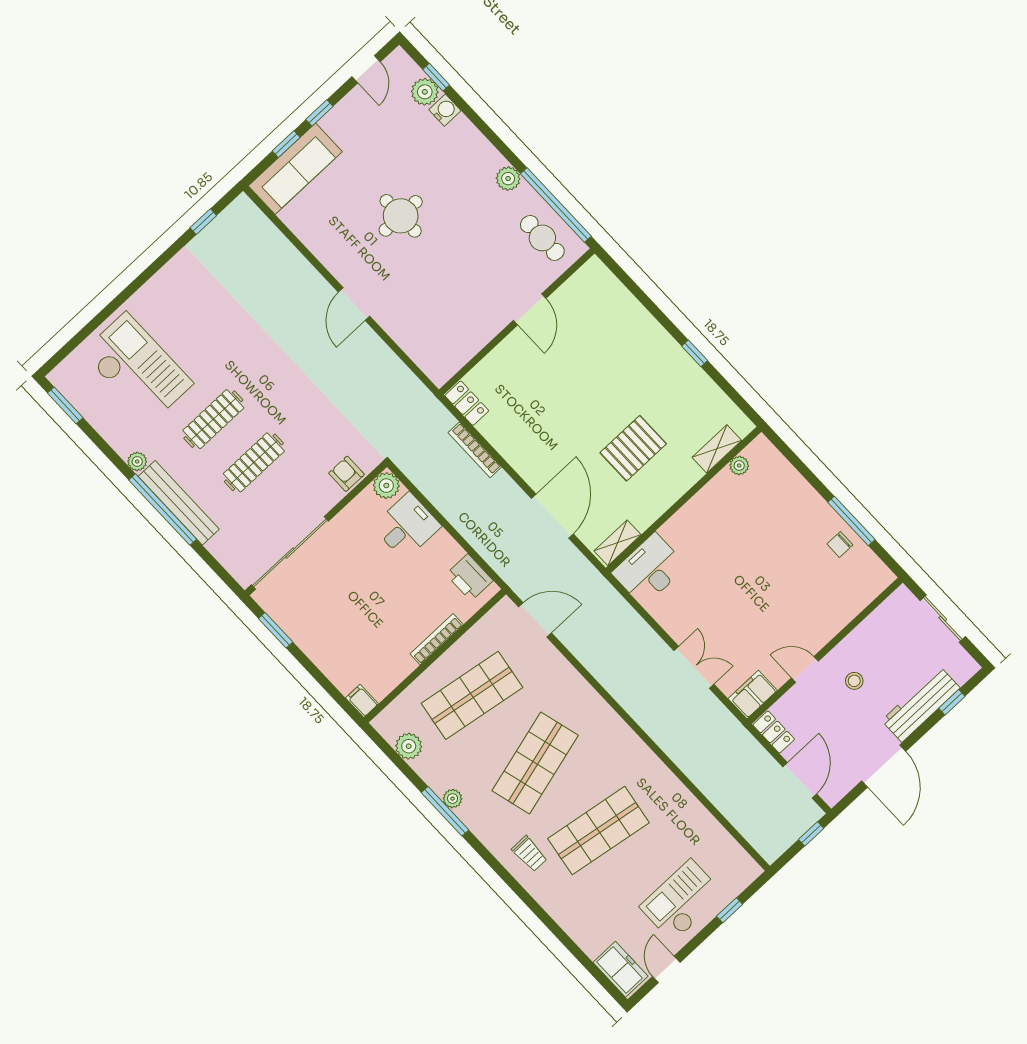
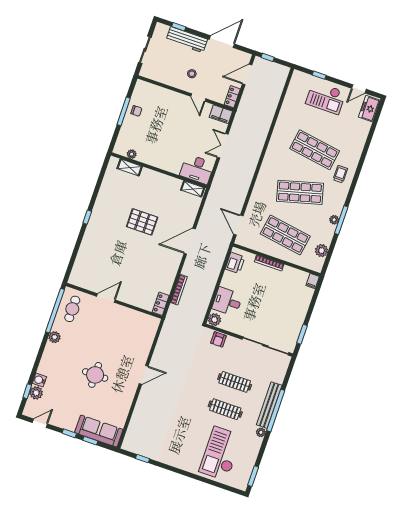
shelving: (717, 449) -> (130, 167), moved
plant: (739, 465) -> (132, 154), moved
wall: (684, 500) -> (159, 170), moved
shelving: (617, 543) -> (193, 189), moved
desk: (649, 570) -> (197, 169), moved

